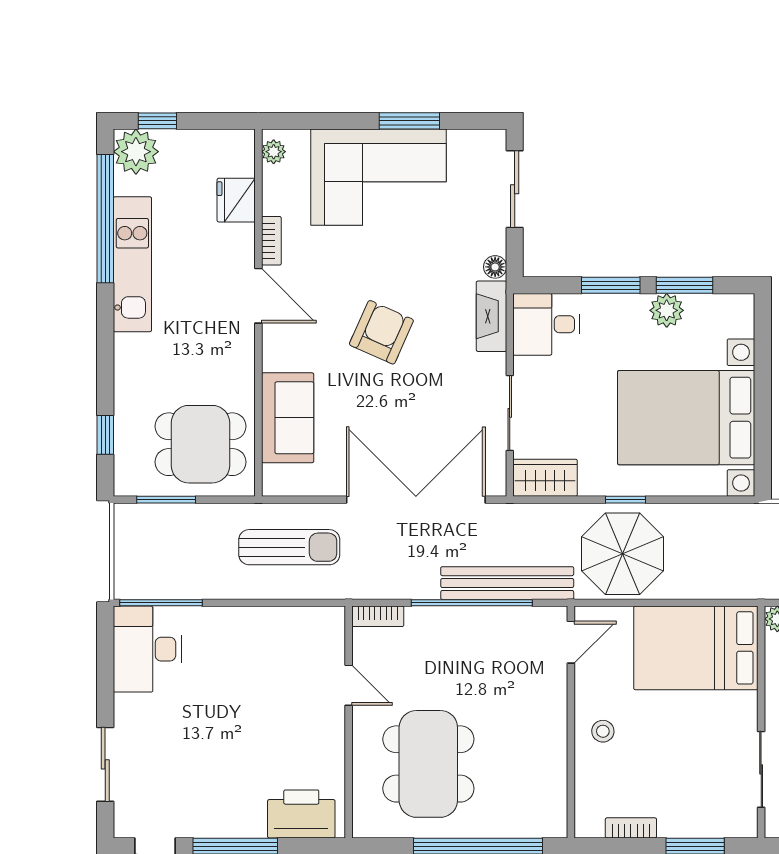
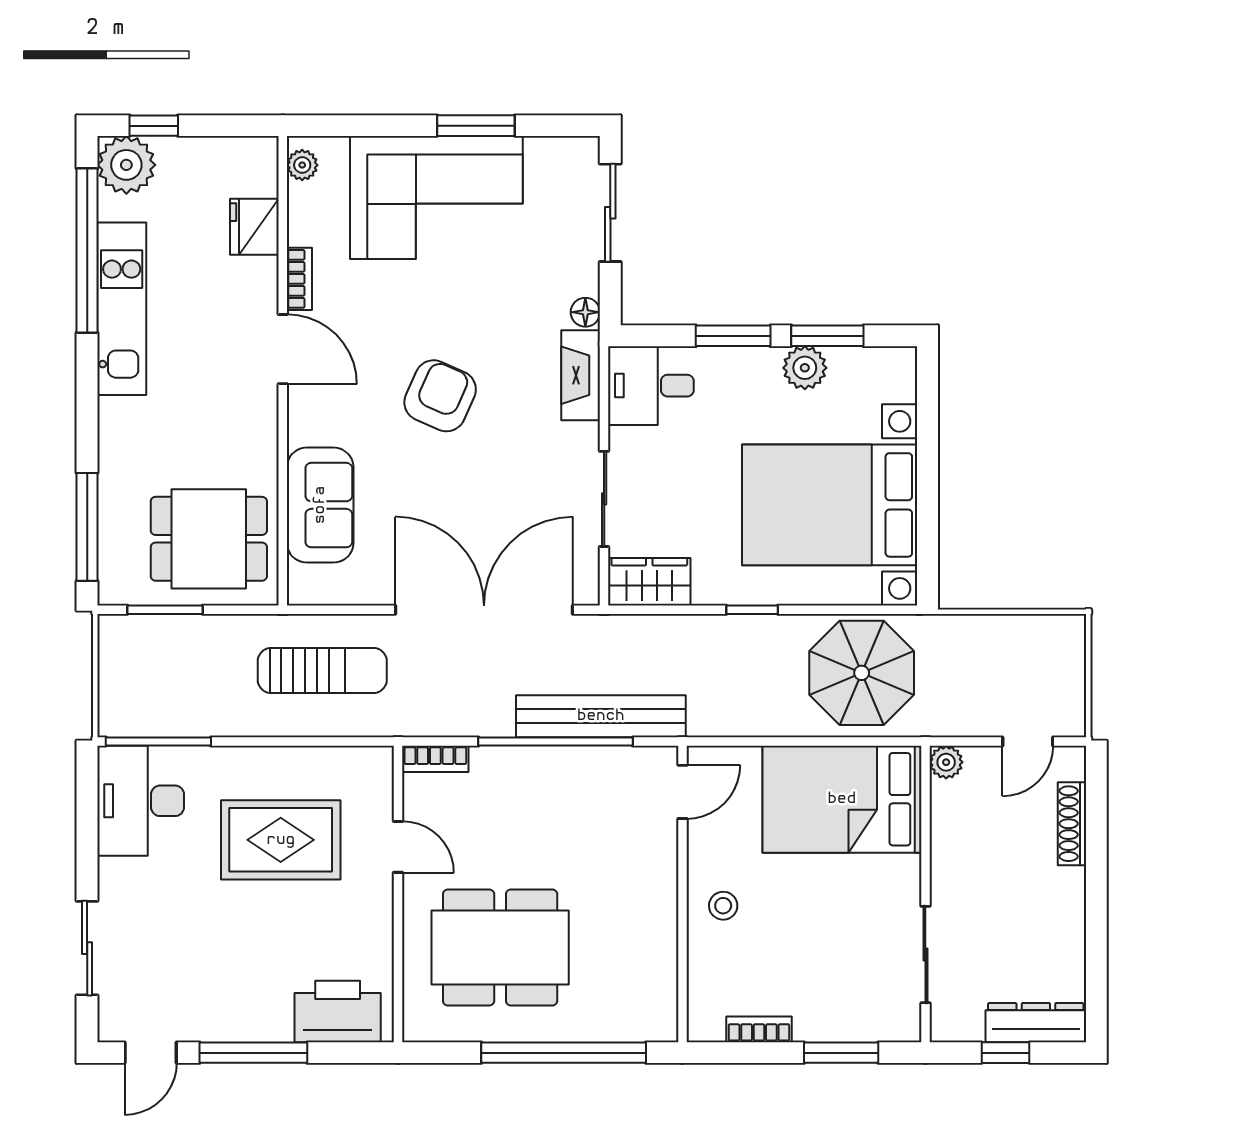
window: (105, 435) -> (87, 527), width x2.17
parasol: (622, 554) -> (862, 673), moved
rug: (257, 680) -> (281, 840), added
dining table: (428, 764) -> (500, 947), turned 90

